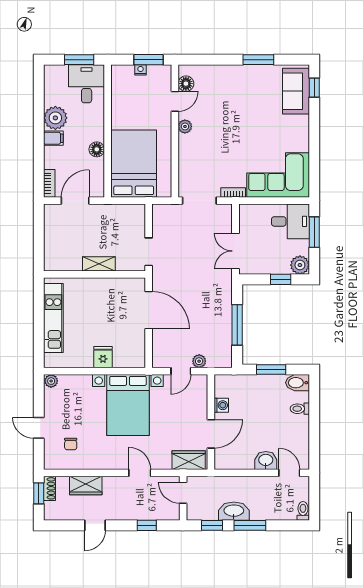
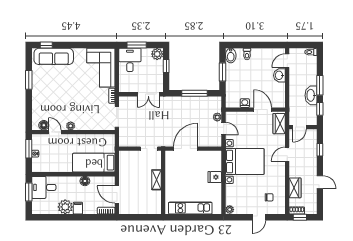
sofa: (296, 91) -> (54, 56), width x1.36
bed: (134, 164) -> (94, 163), width x0.67

